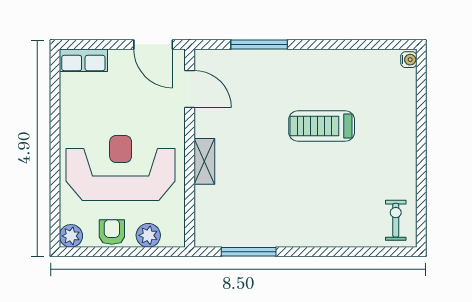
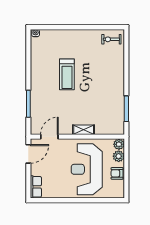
plant: (71, 236) -> (119, 144), moved

